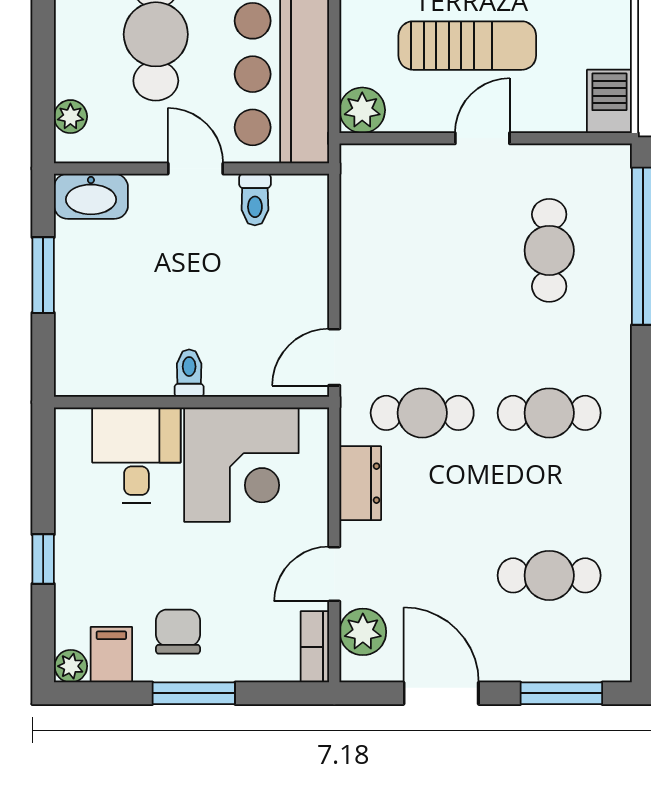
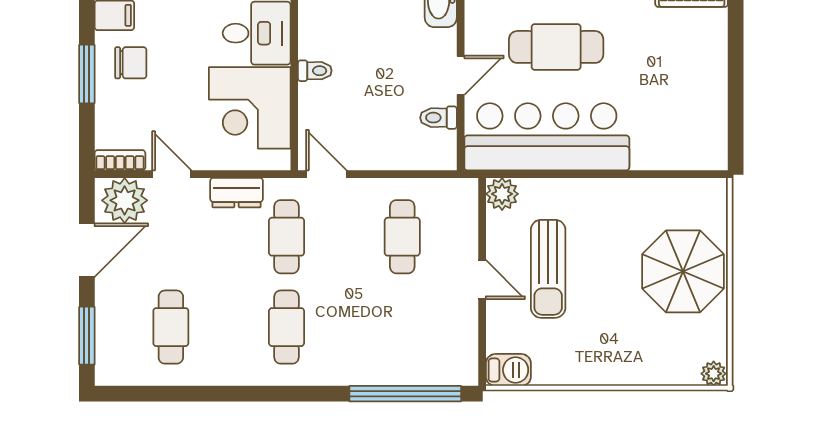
cafe table: (549, 250) -> (402, 237), moved, turned 90
plant: (363, 632) -> (125, 200), width x1.36, depth x1.36

